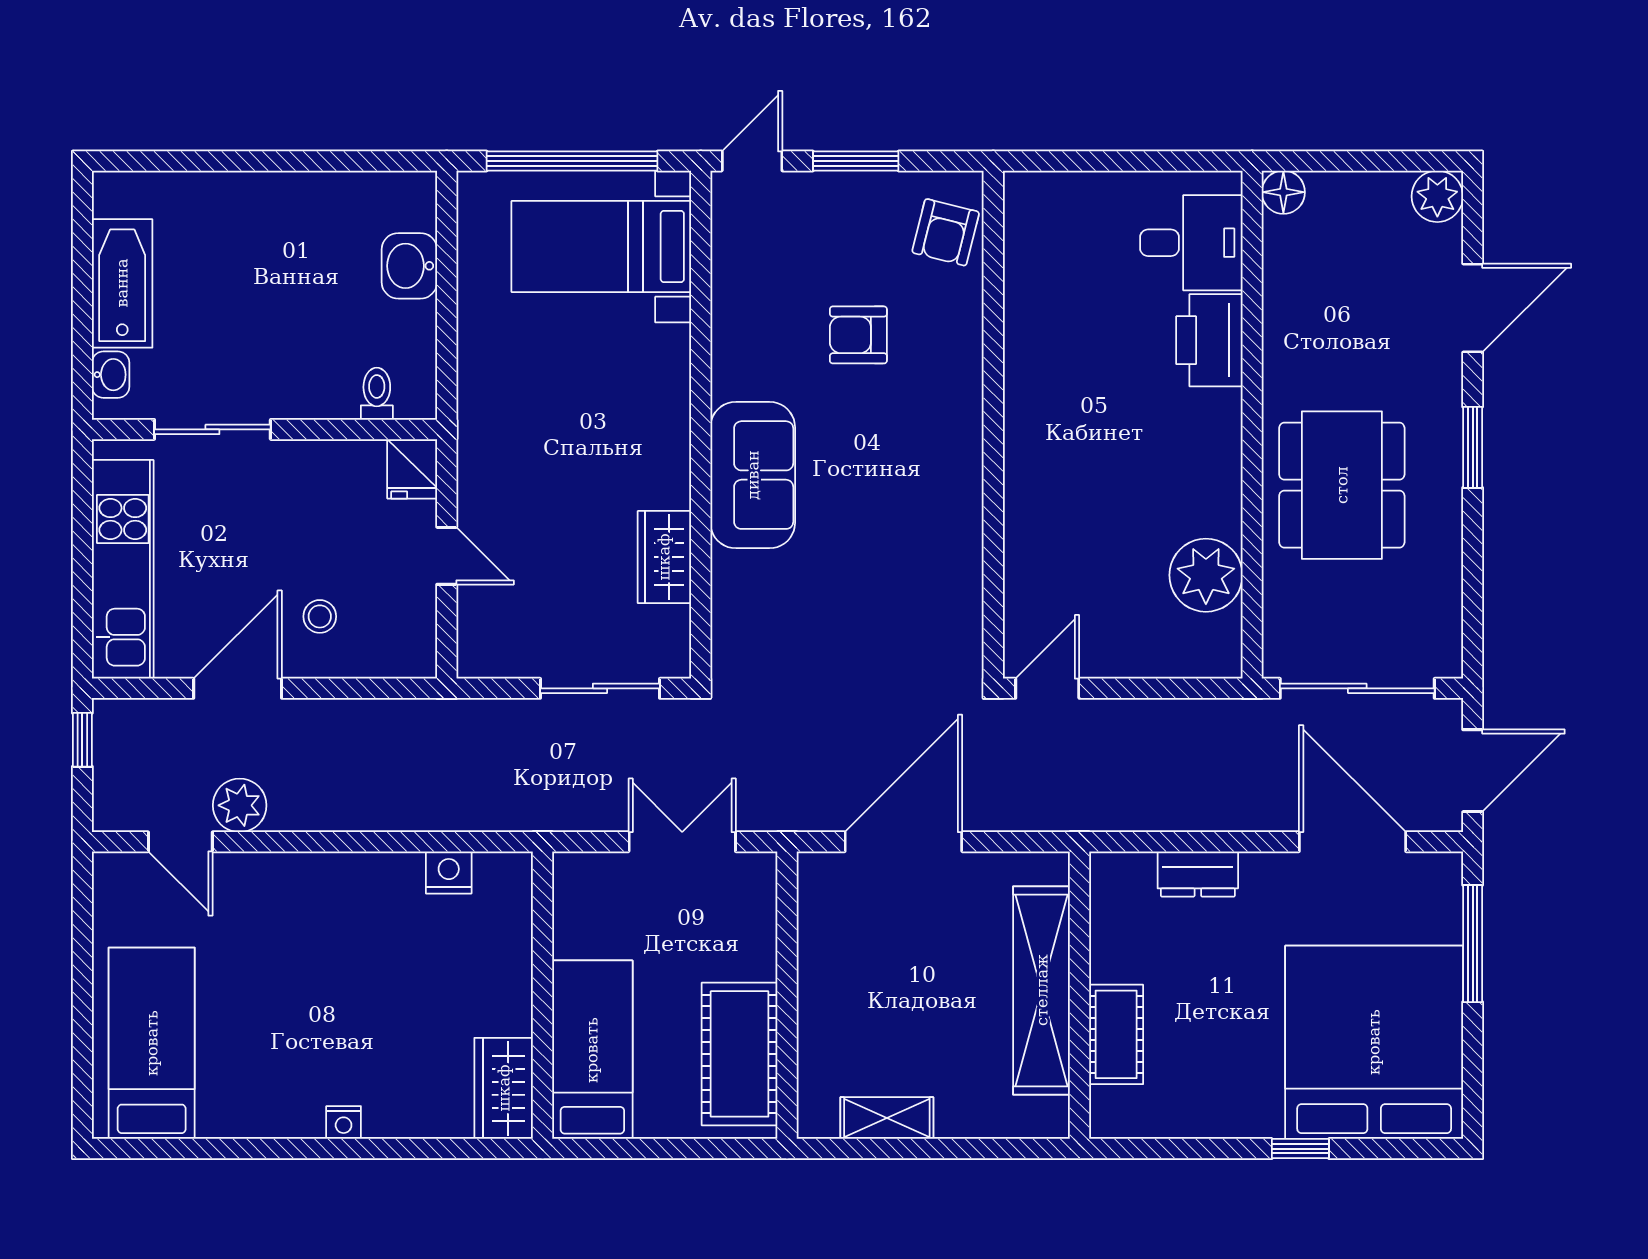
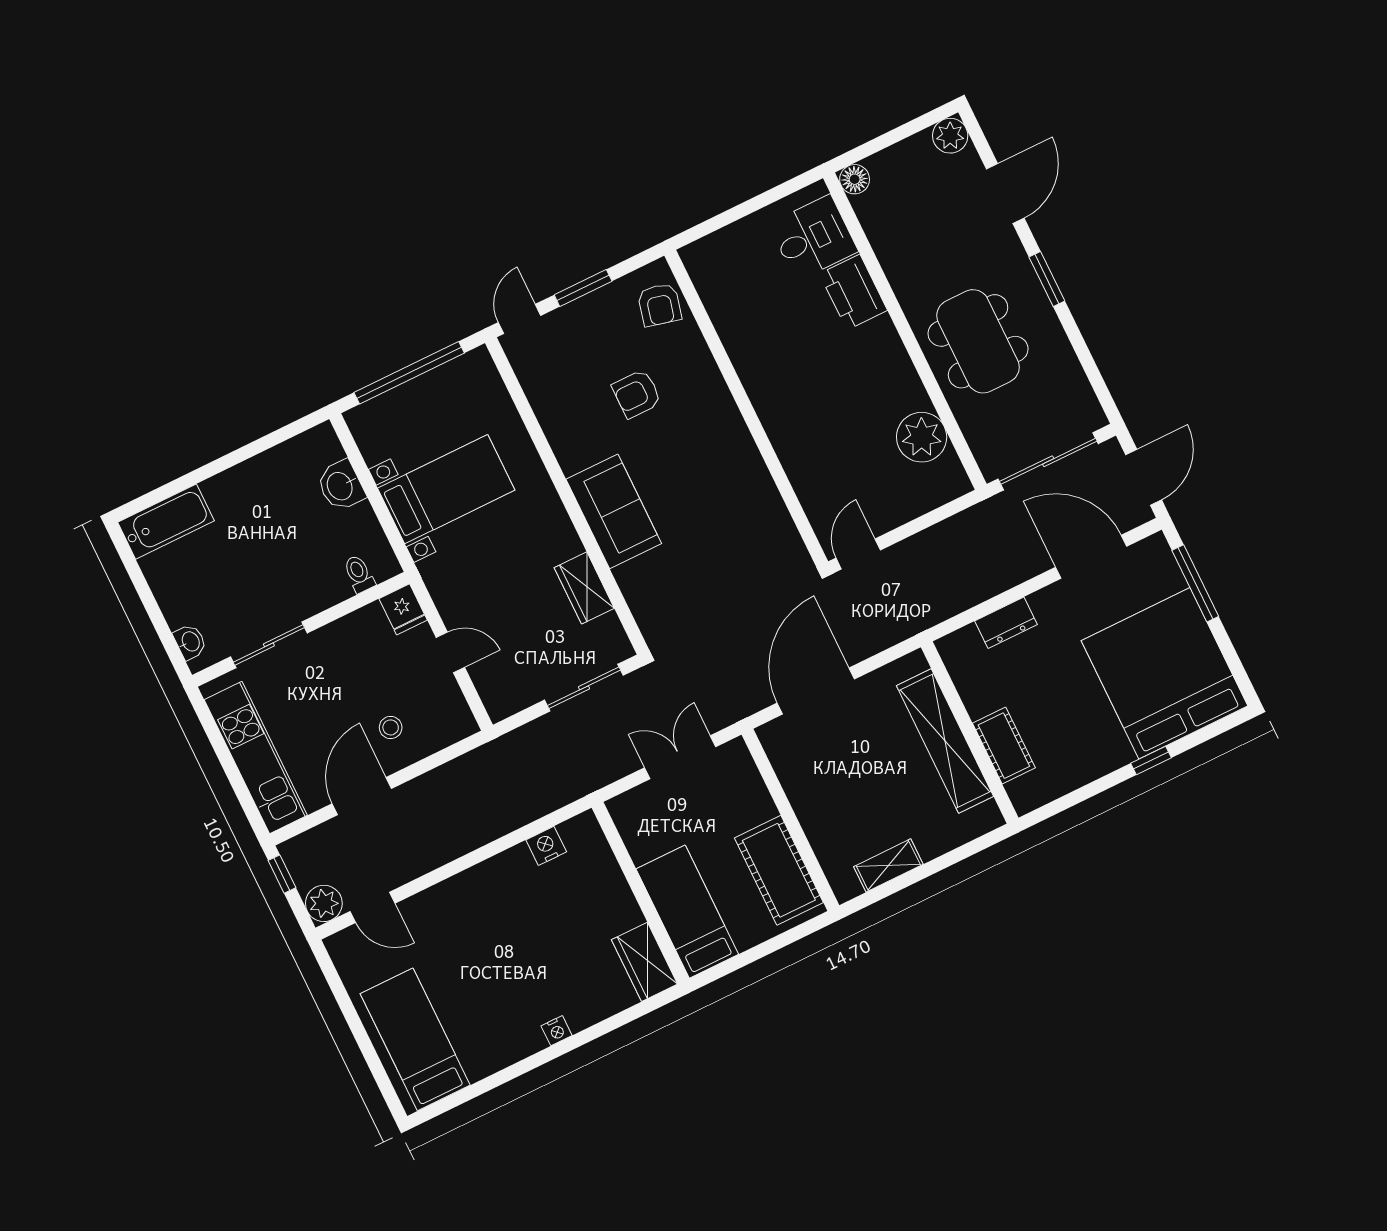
bed with nightstands: (601, 247) -> (446, 489), moved, turned 180
bathtub: (122, 283) -> (166, 522), moved, turned 90
plant: (240, 805) -> (324, 903), moved

